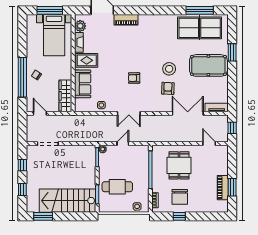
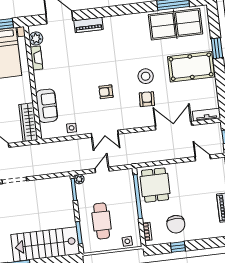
rug: (87, 60) -> (48, 78), removed
dining table: (179, 165) -> (155, 185), moved
cafe table: (117, 187) -> (102, 221), turned 90

